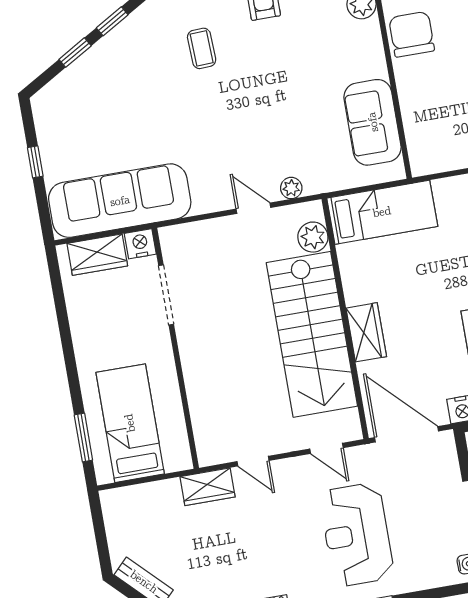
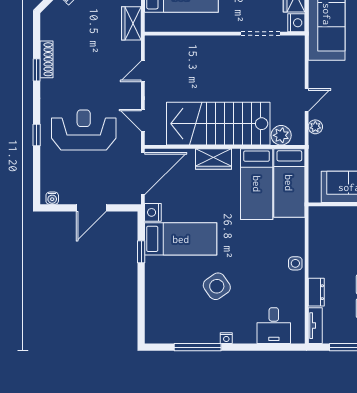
bed: (393, 261) -> (257, 184), added
door: (326, 448) -> (143, 120), hinge flipped
wardrobe: (208, 487) -> (131, 23), moved

